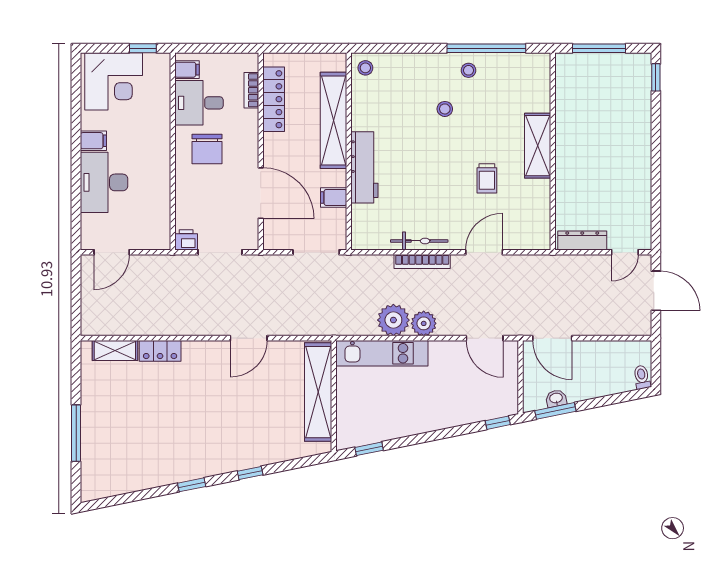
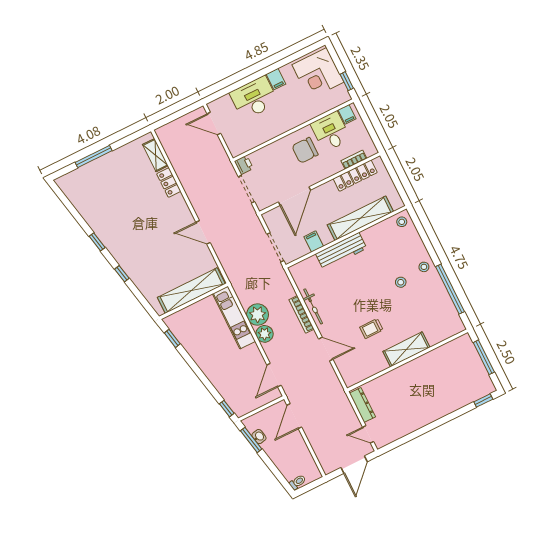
stool: (468, 70) -> (424, 267), moved

